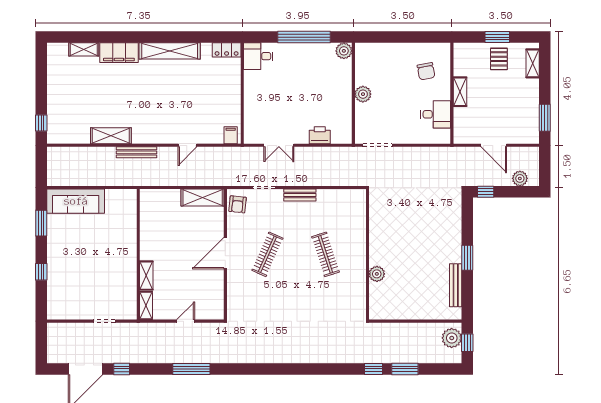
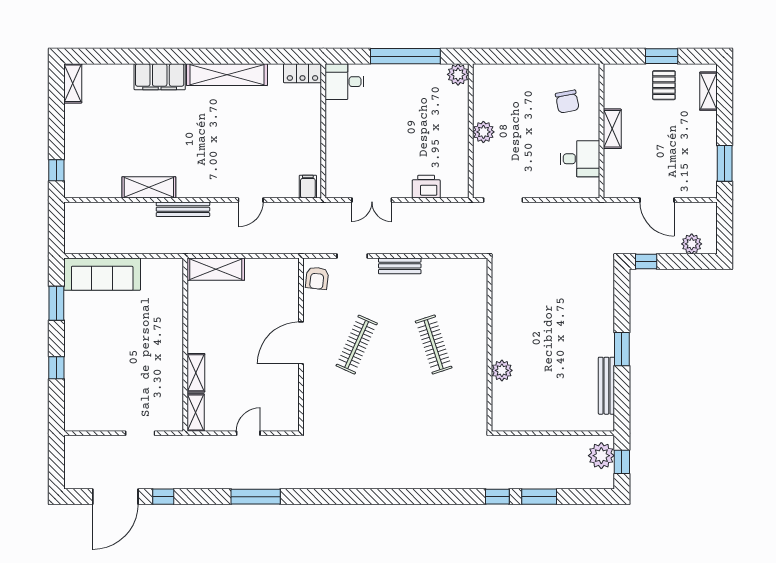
shelving: (84, 49) -> (73, 83), moved, turned 90
shelving: (203, 197) -> (216, 269), moved

